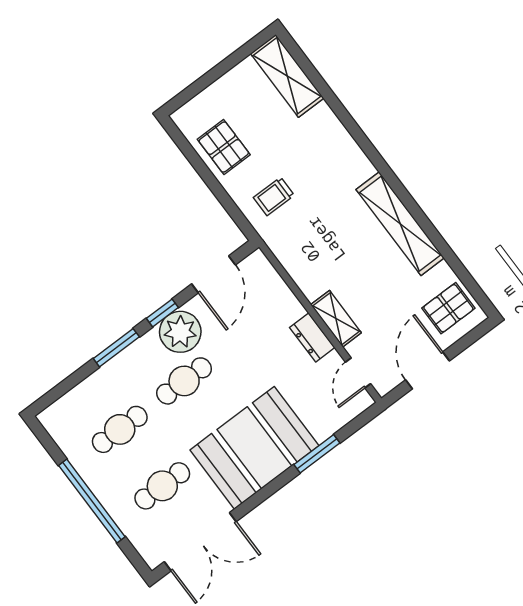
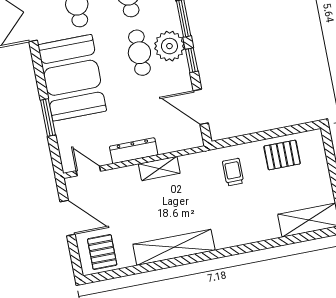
shelving: (336, 319) -> (159, 169), moved
plant: (180, 332) -> (169, 46), moved
dresser: (312, 337) -> (134, 151), width x1.44

